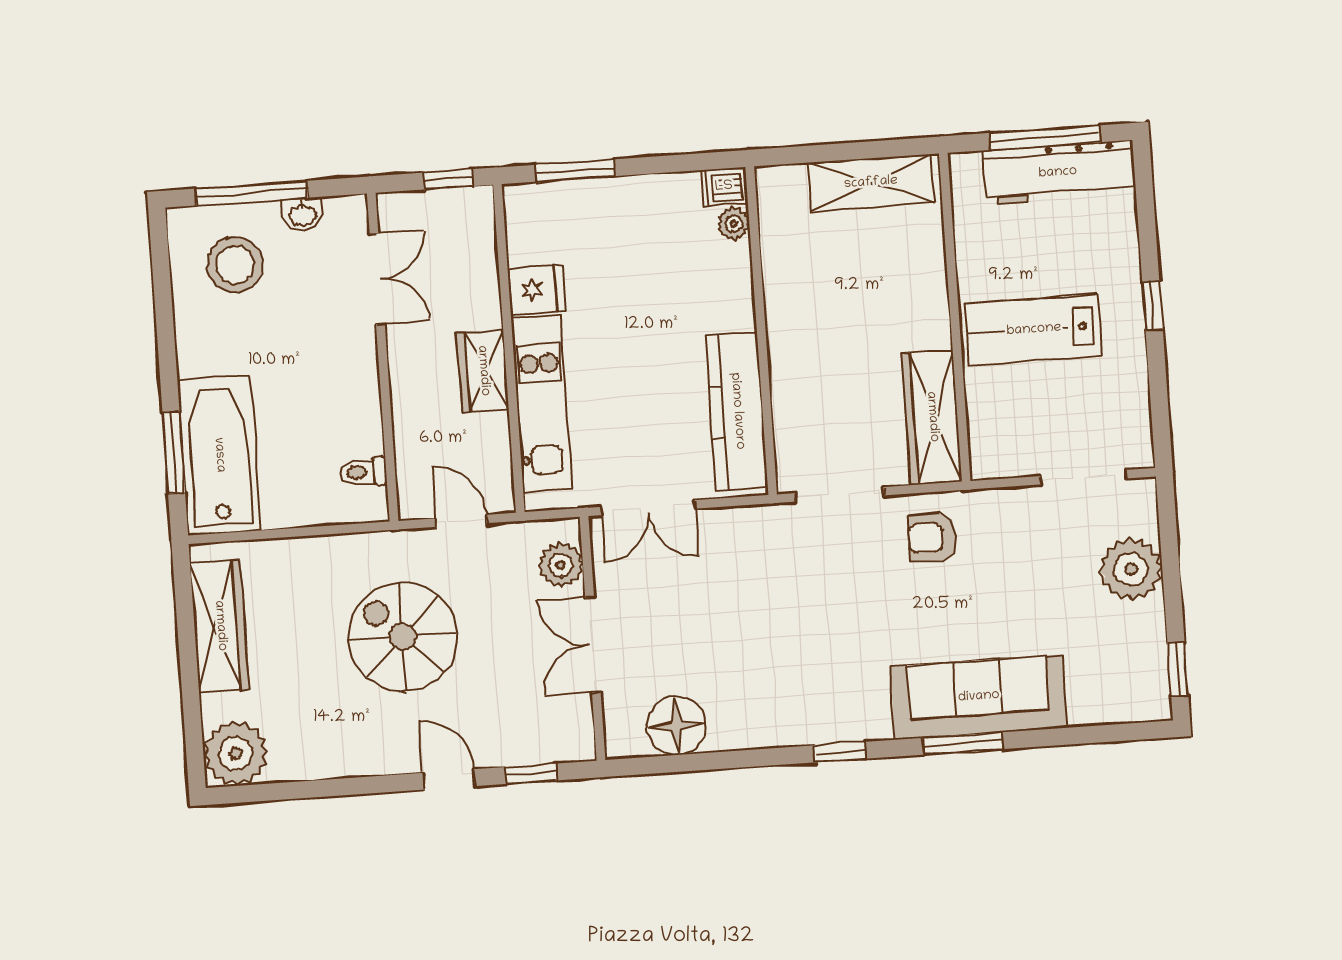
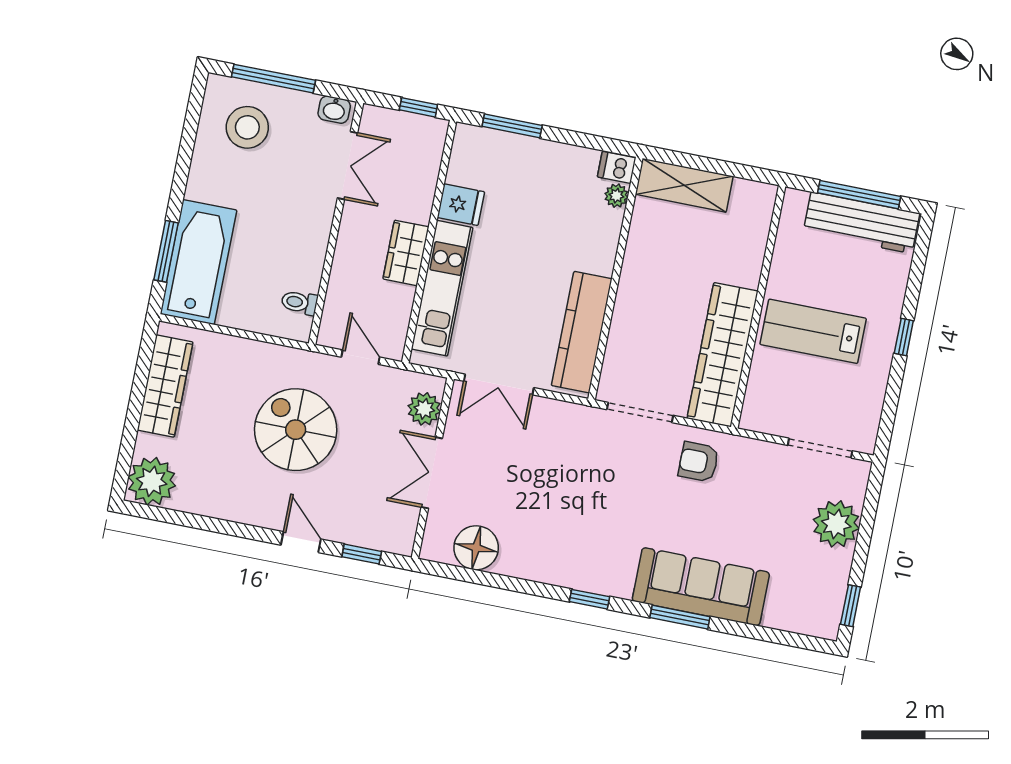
shelving: (871, 183) -> (684, 185), moved
washbasin: (303, 214) -> (334, 110), moved
wardrobe: (932, 417) -> (723, 355), width x1.40, depth x1.17

